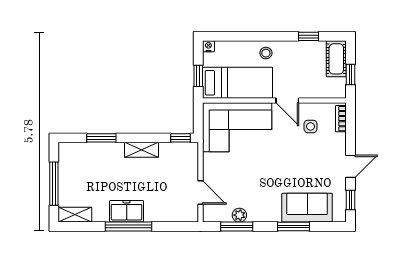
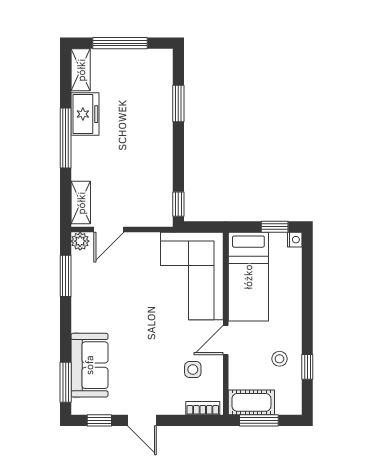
stool: (266, 53) -> (279, 359), moved
cot: (336, 59) -> (251, 402), moved
window: (350, 74) -> (259, 420), width x1.50
window: (198, 76) -> (275, 227), moved
shelving: (141, 150) -> (81, 203), moved
freezer: (127, 211) -> (85, 114), moved
plant: (239, 215) -> (80, 241), moved
window: (294, 226) -> (66, 382), moved

